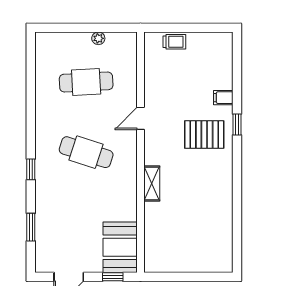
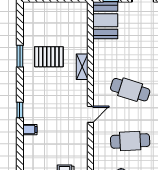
pallet: (204, 135) -> (49, 57), moved
window: (237, 198) -> (20, 56), added

